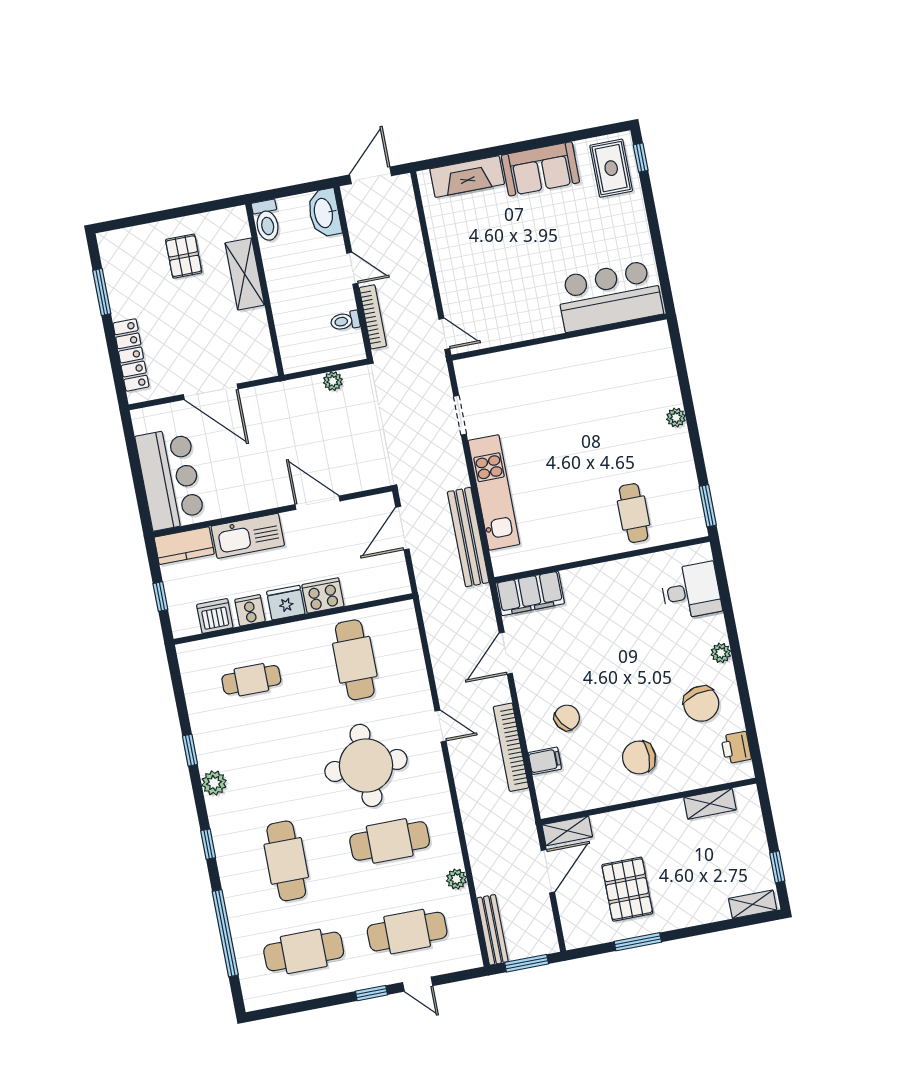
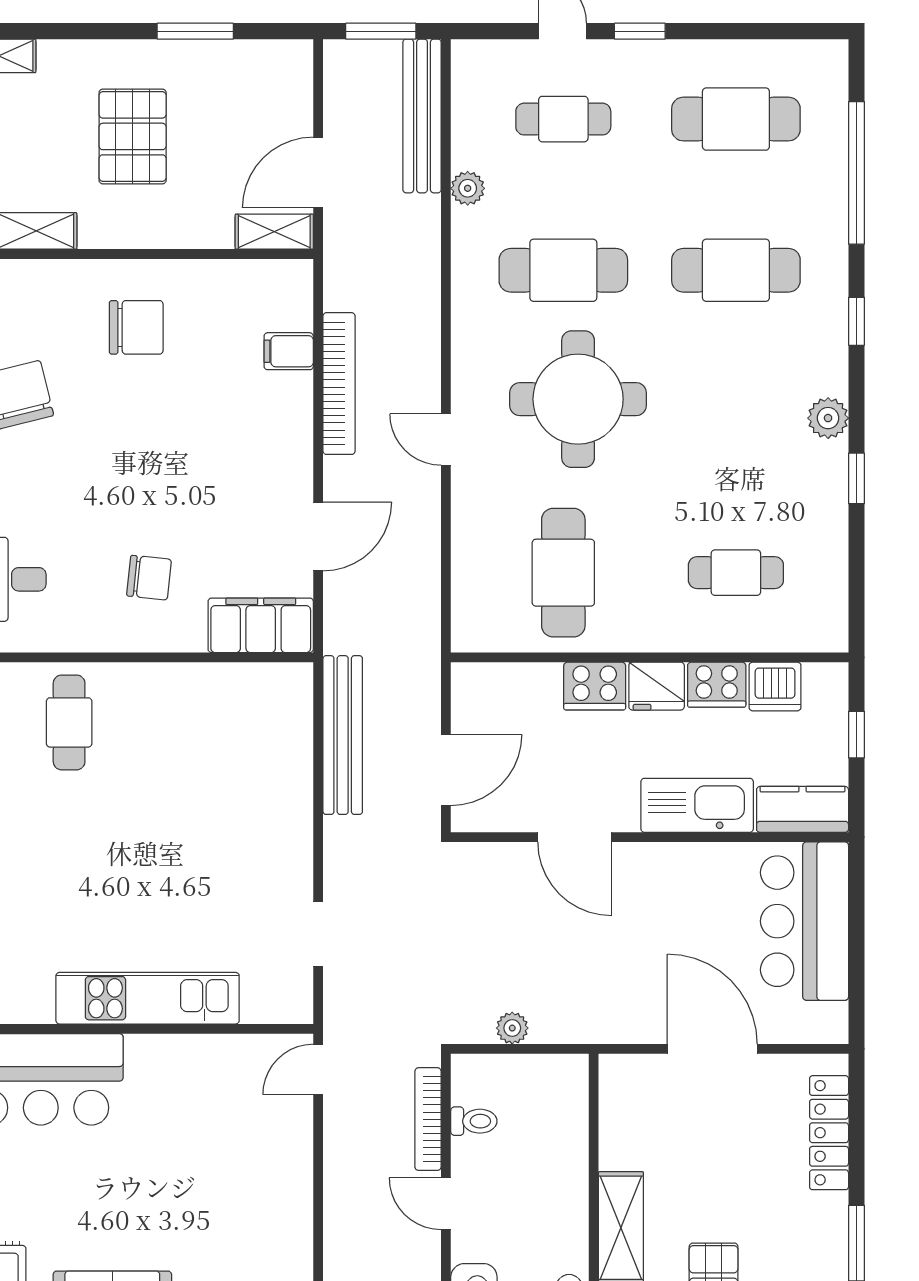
door: (444, 334) -> (318, 1069), hinge flipped
kitchen unit: (494, 492) -> (148, 998), moved, turned 90
cooker: (250, 610) -> (717, 685), width x1.36
chair: (567, 718) -> (149, 578), moved, turned -139
cafe table: (286, 861) -> (736, 270), turned 90
pallet: (627, 889) -> (133, 136), moved
bench: (492, 930) -> (422, 116), width x1.37, depth x1.21
cafe table: (407, 932) -> (563, 119), width x0.73, depth x0.74

